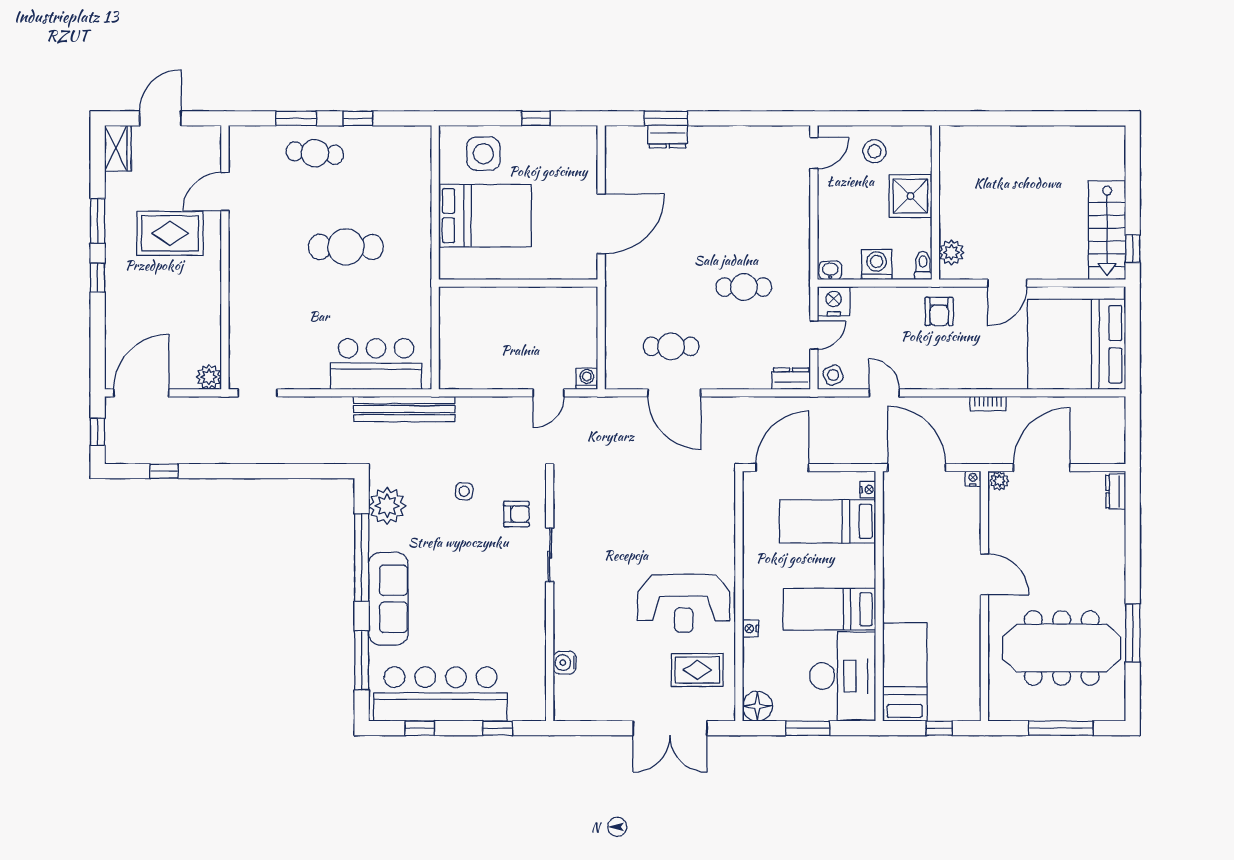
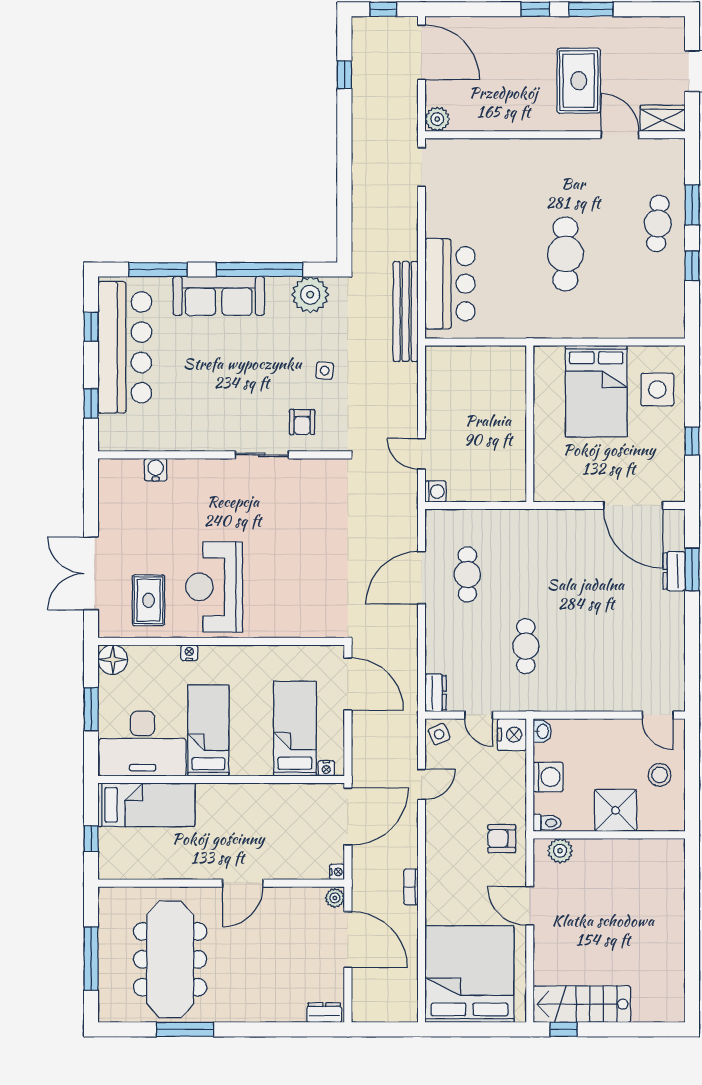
wardrobe: (118, 148) -> (663, 118), moved, turned 180
door: (601, 224) -> (633, 506), moved

